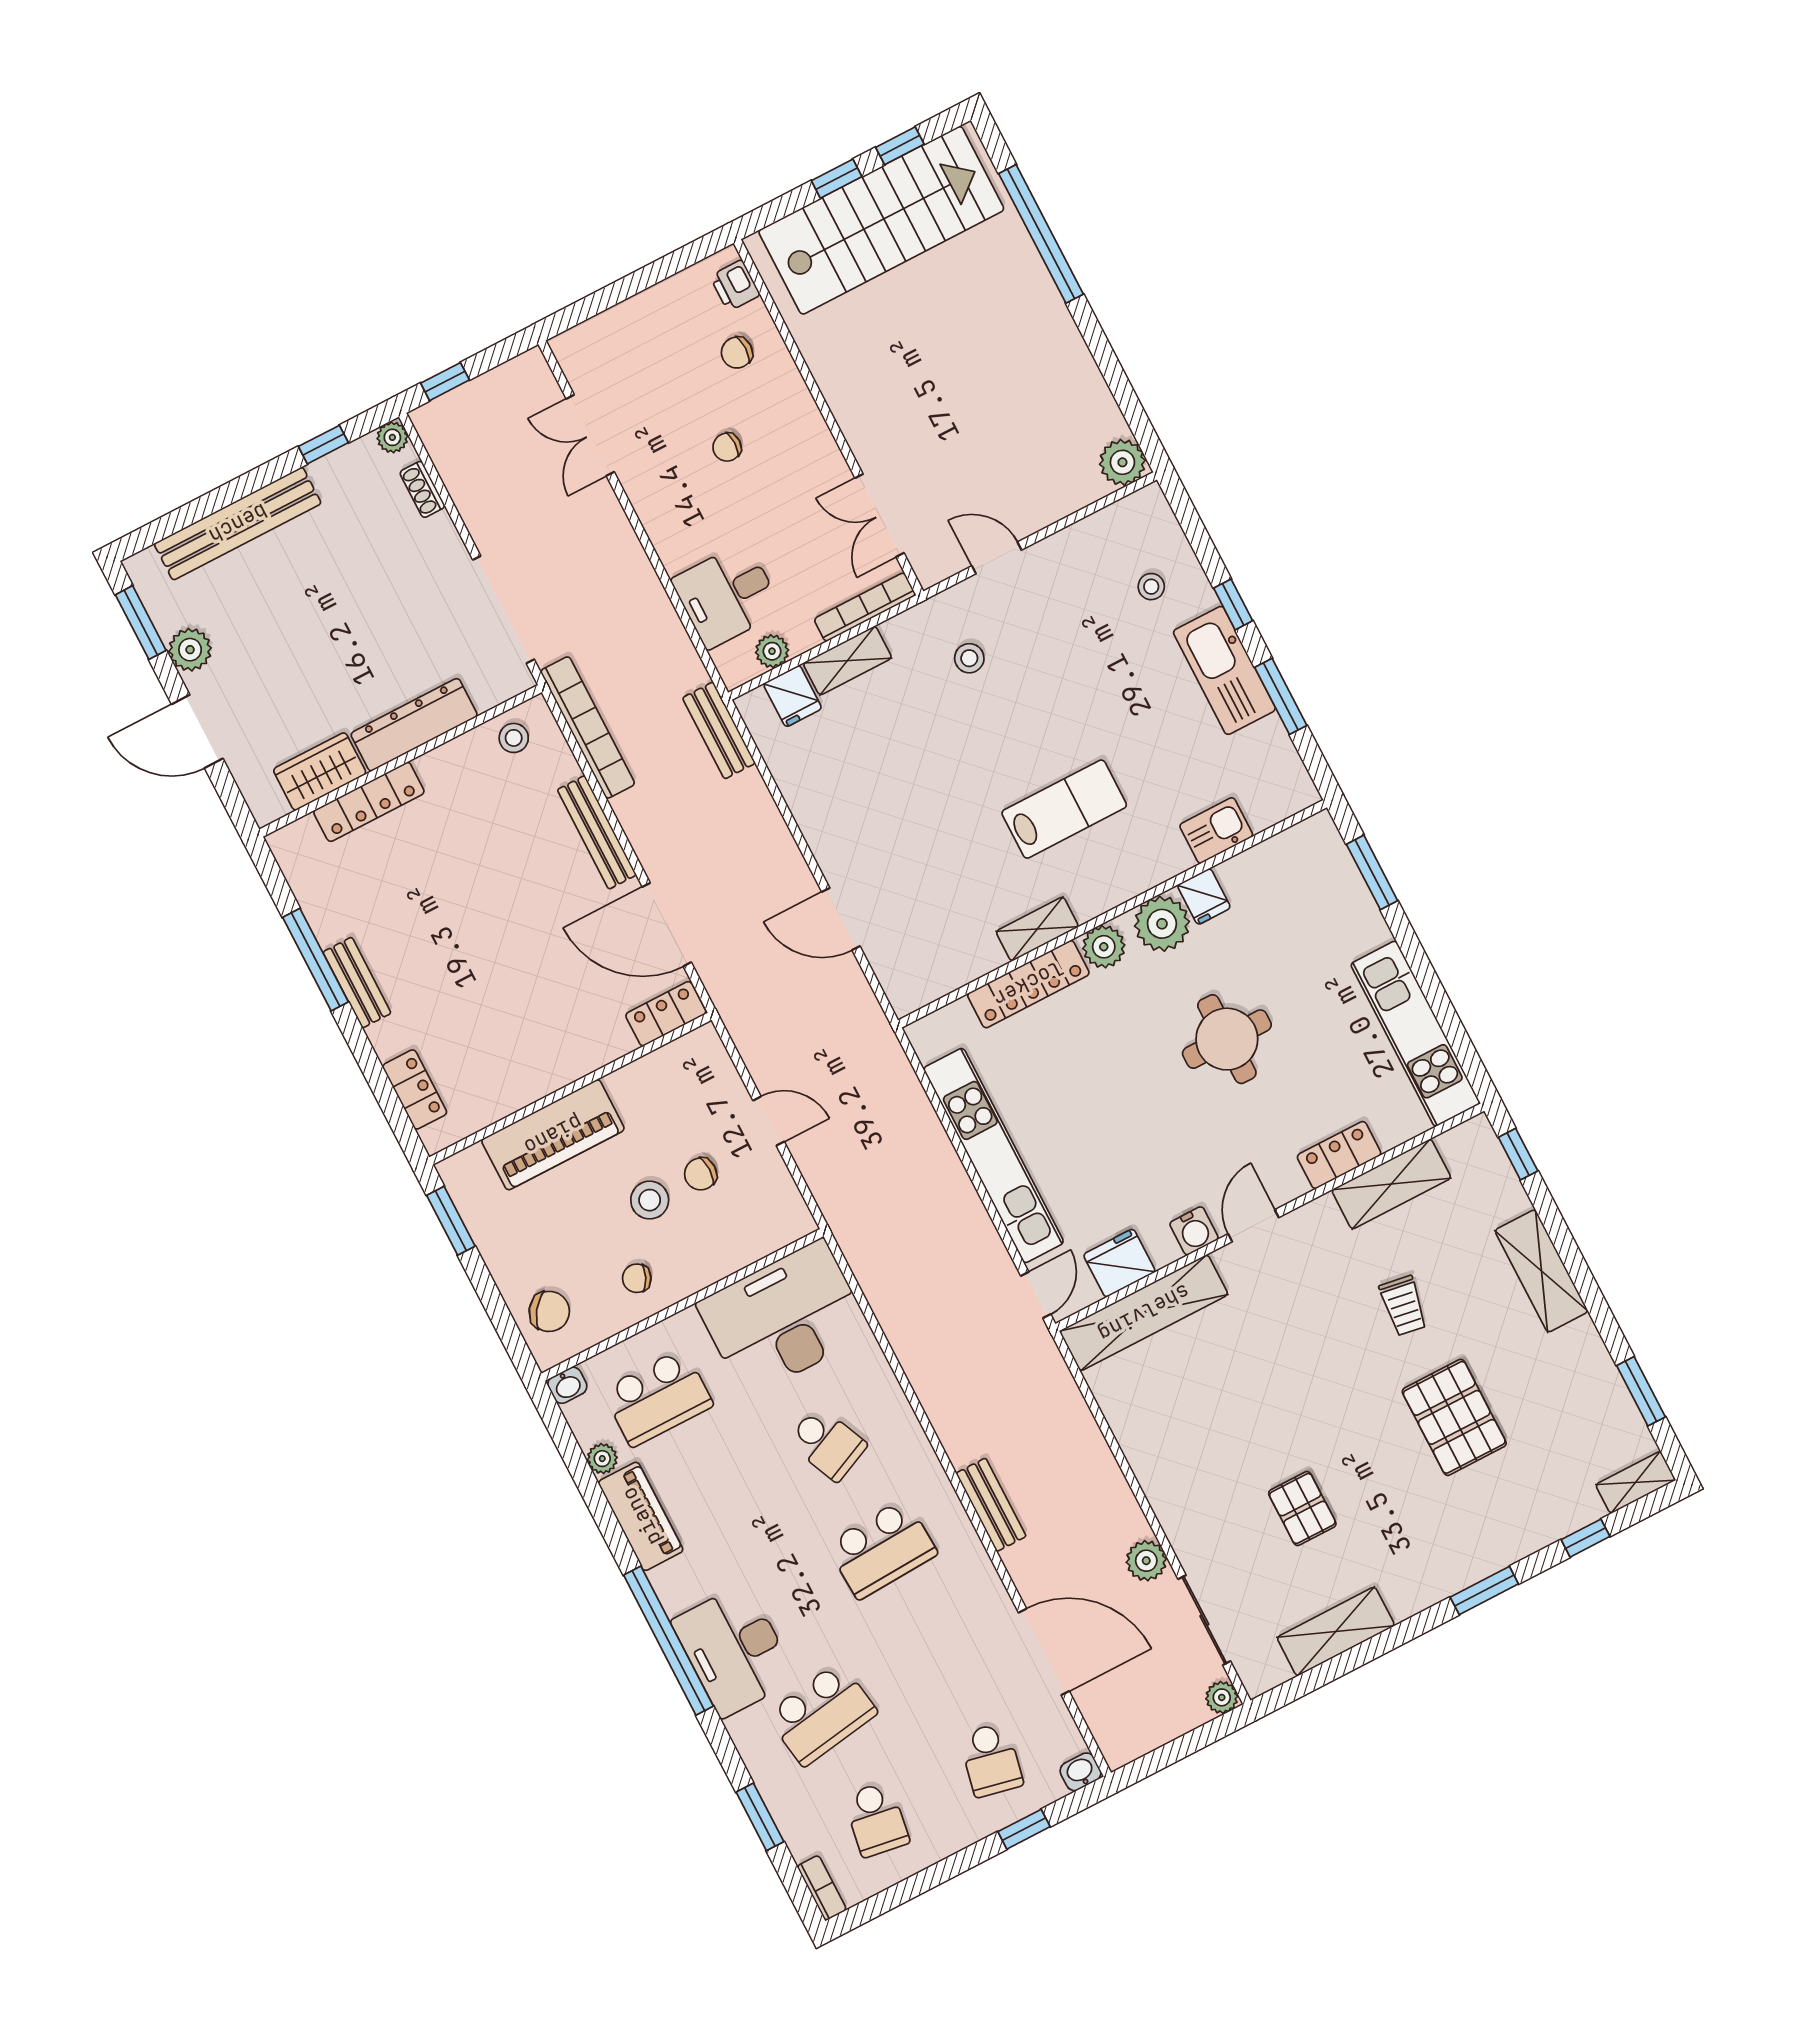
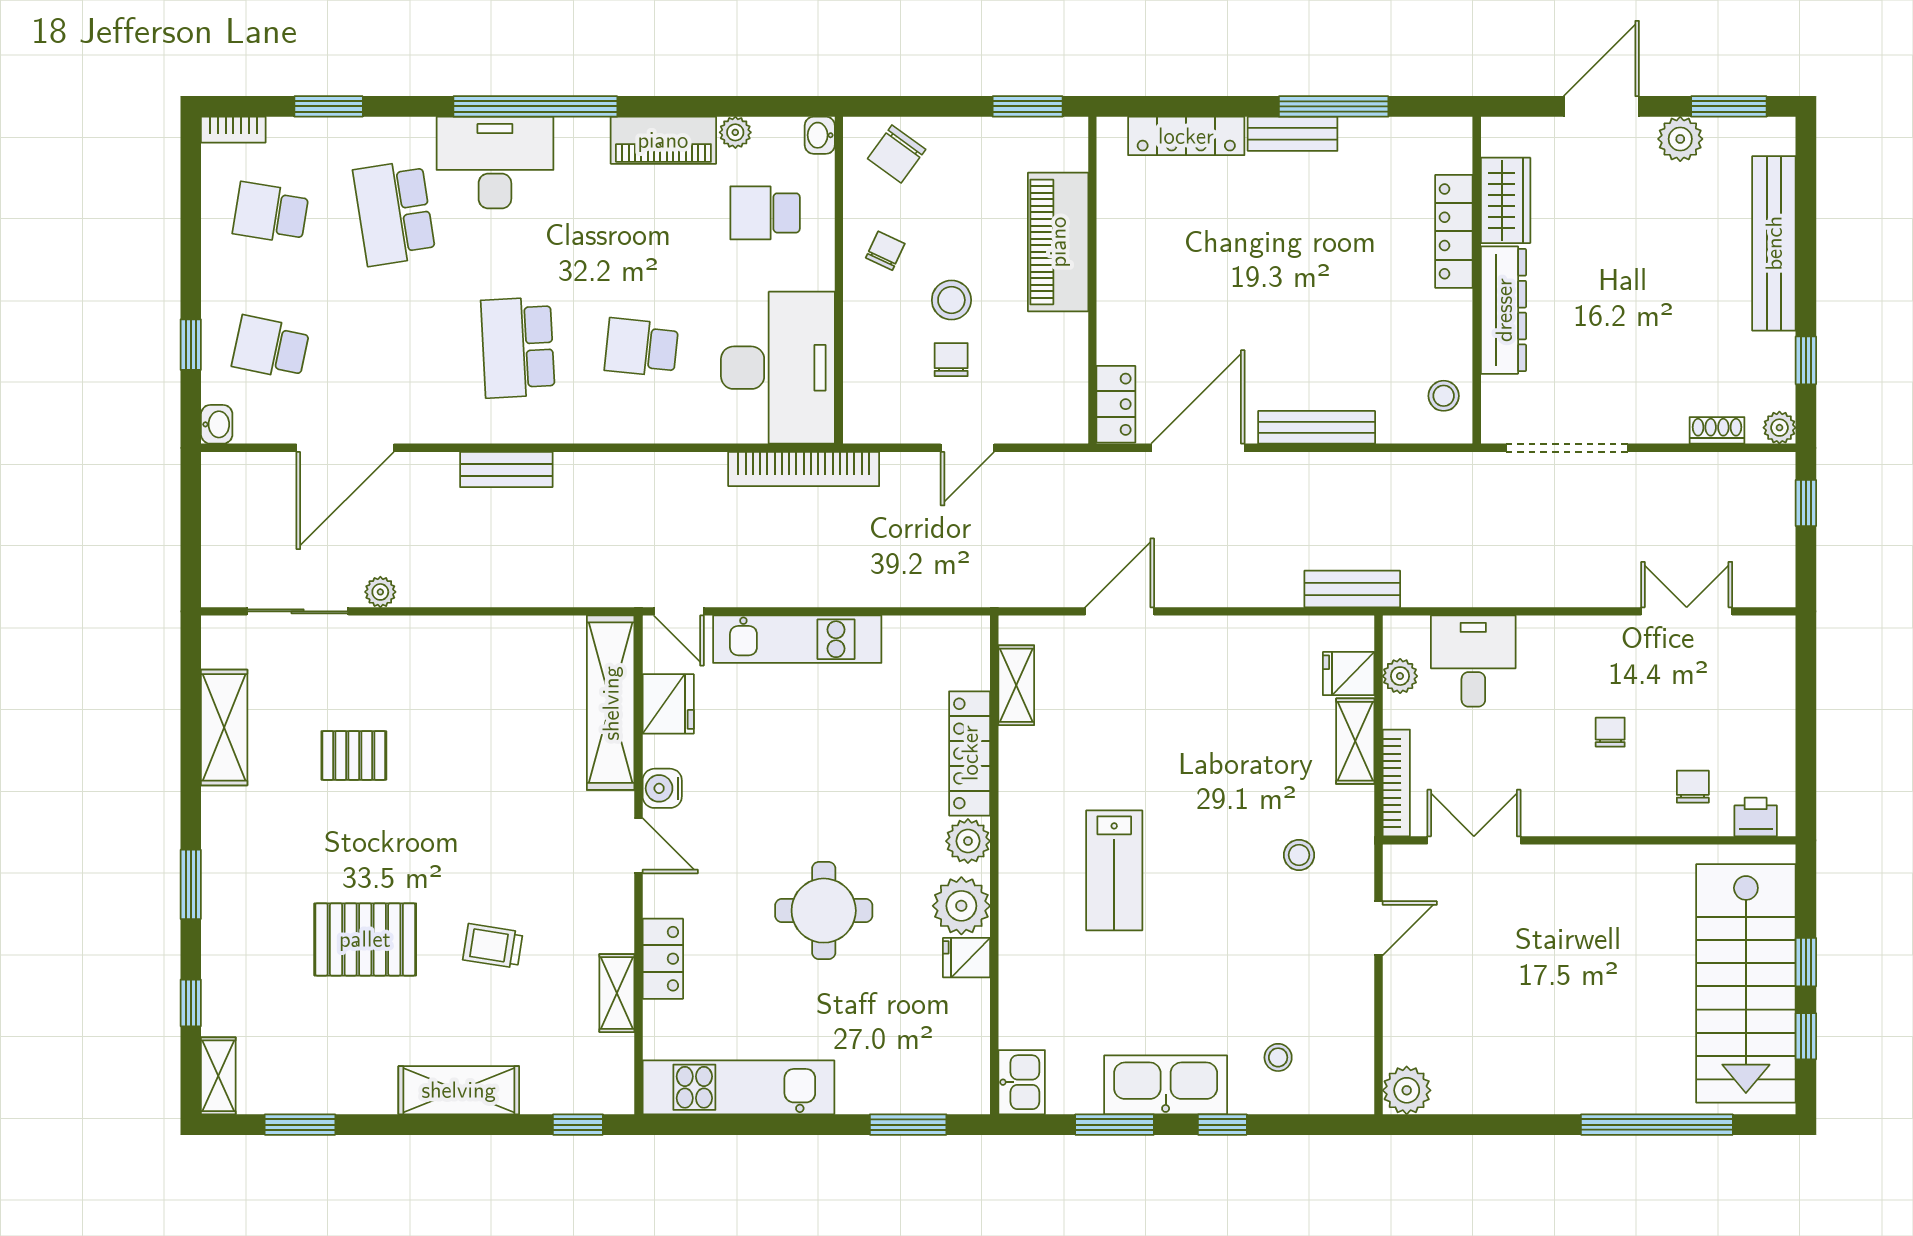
bookcase: (588, 727) -> (804, 469), moved
kitchen sink: (1216, 830) -> (1022, 1082), moved
shelving: (1037, 929) -> (1016, 685), moved
locker: (415, 1089) -> (1186, 136), width x1.53
kitchen unit: (994, 1155) -> (797, 639), width x0.73
shelving: (1391, 1184) -> (617, 993), width x0.67, depth x0.75
school desk: (658, 1398) -> (765, 213), width x0.54
school desk: (827, 1443) -> (641, 347), turned 30
plant: (1146, 1561) -> (380, 592), width x0.73, depth x0.73
plant: (1222, 1697) -> (218, 590), removed

